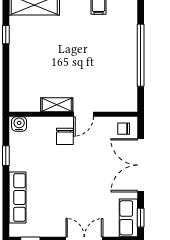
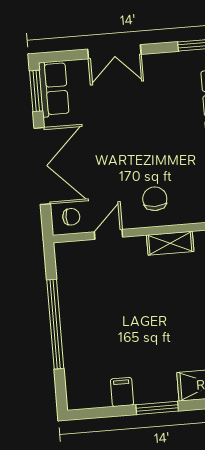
door: (83, 114) -> (108, 234), moved
window: (141, 218) -> (36, 91), width x1.50

